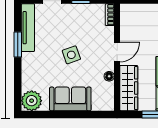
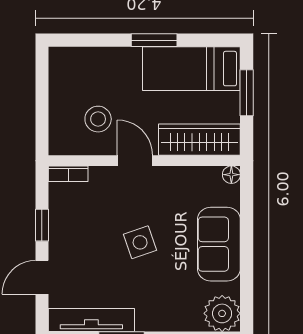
stool: (140, 31) -> (98, 119), added
floor lamp: (109, 76) -> (231, 175), moved

